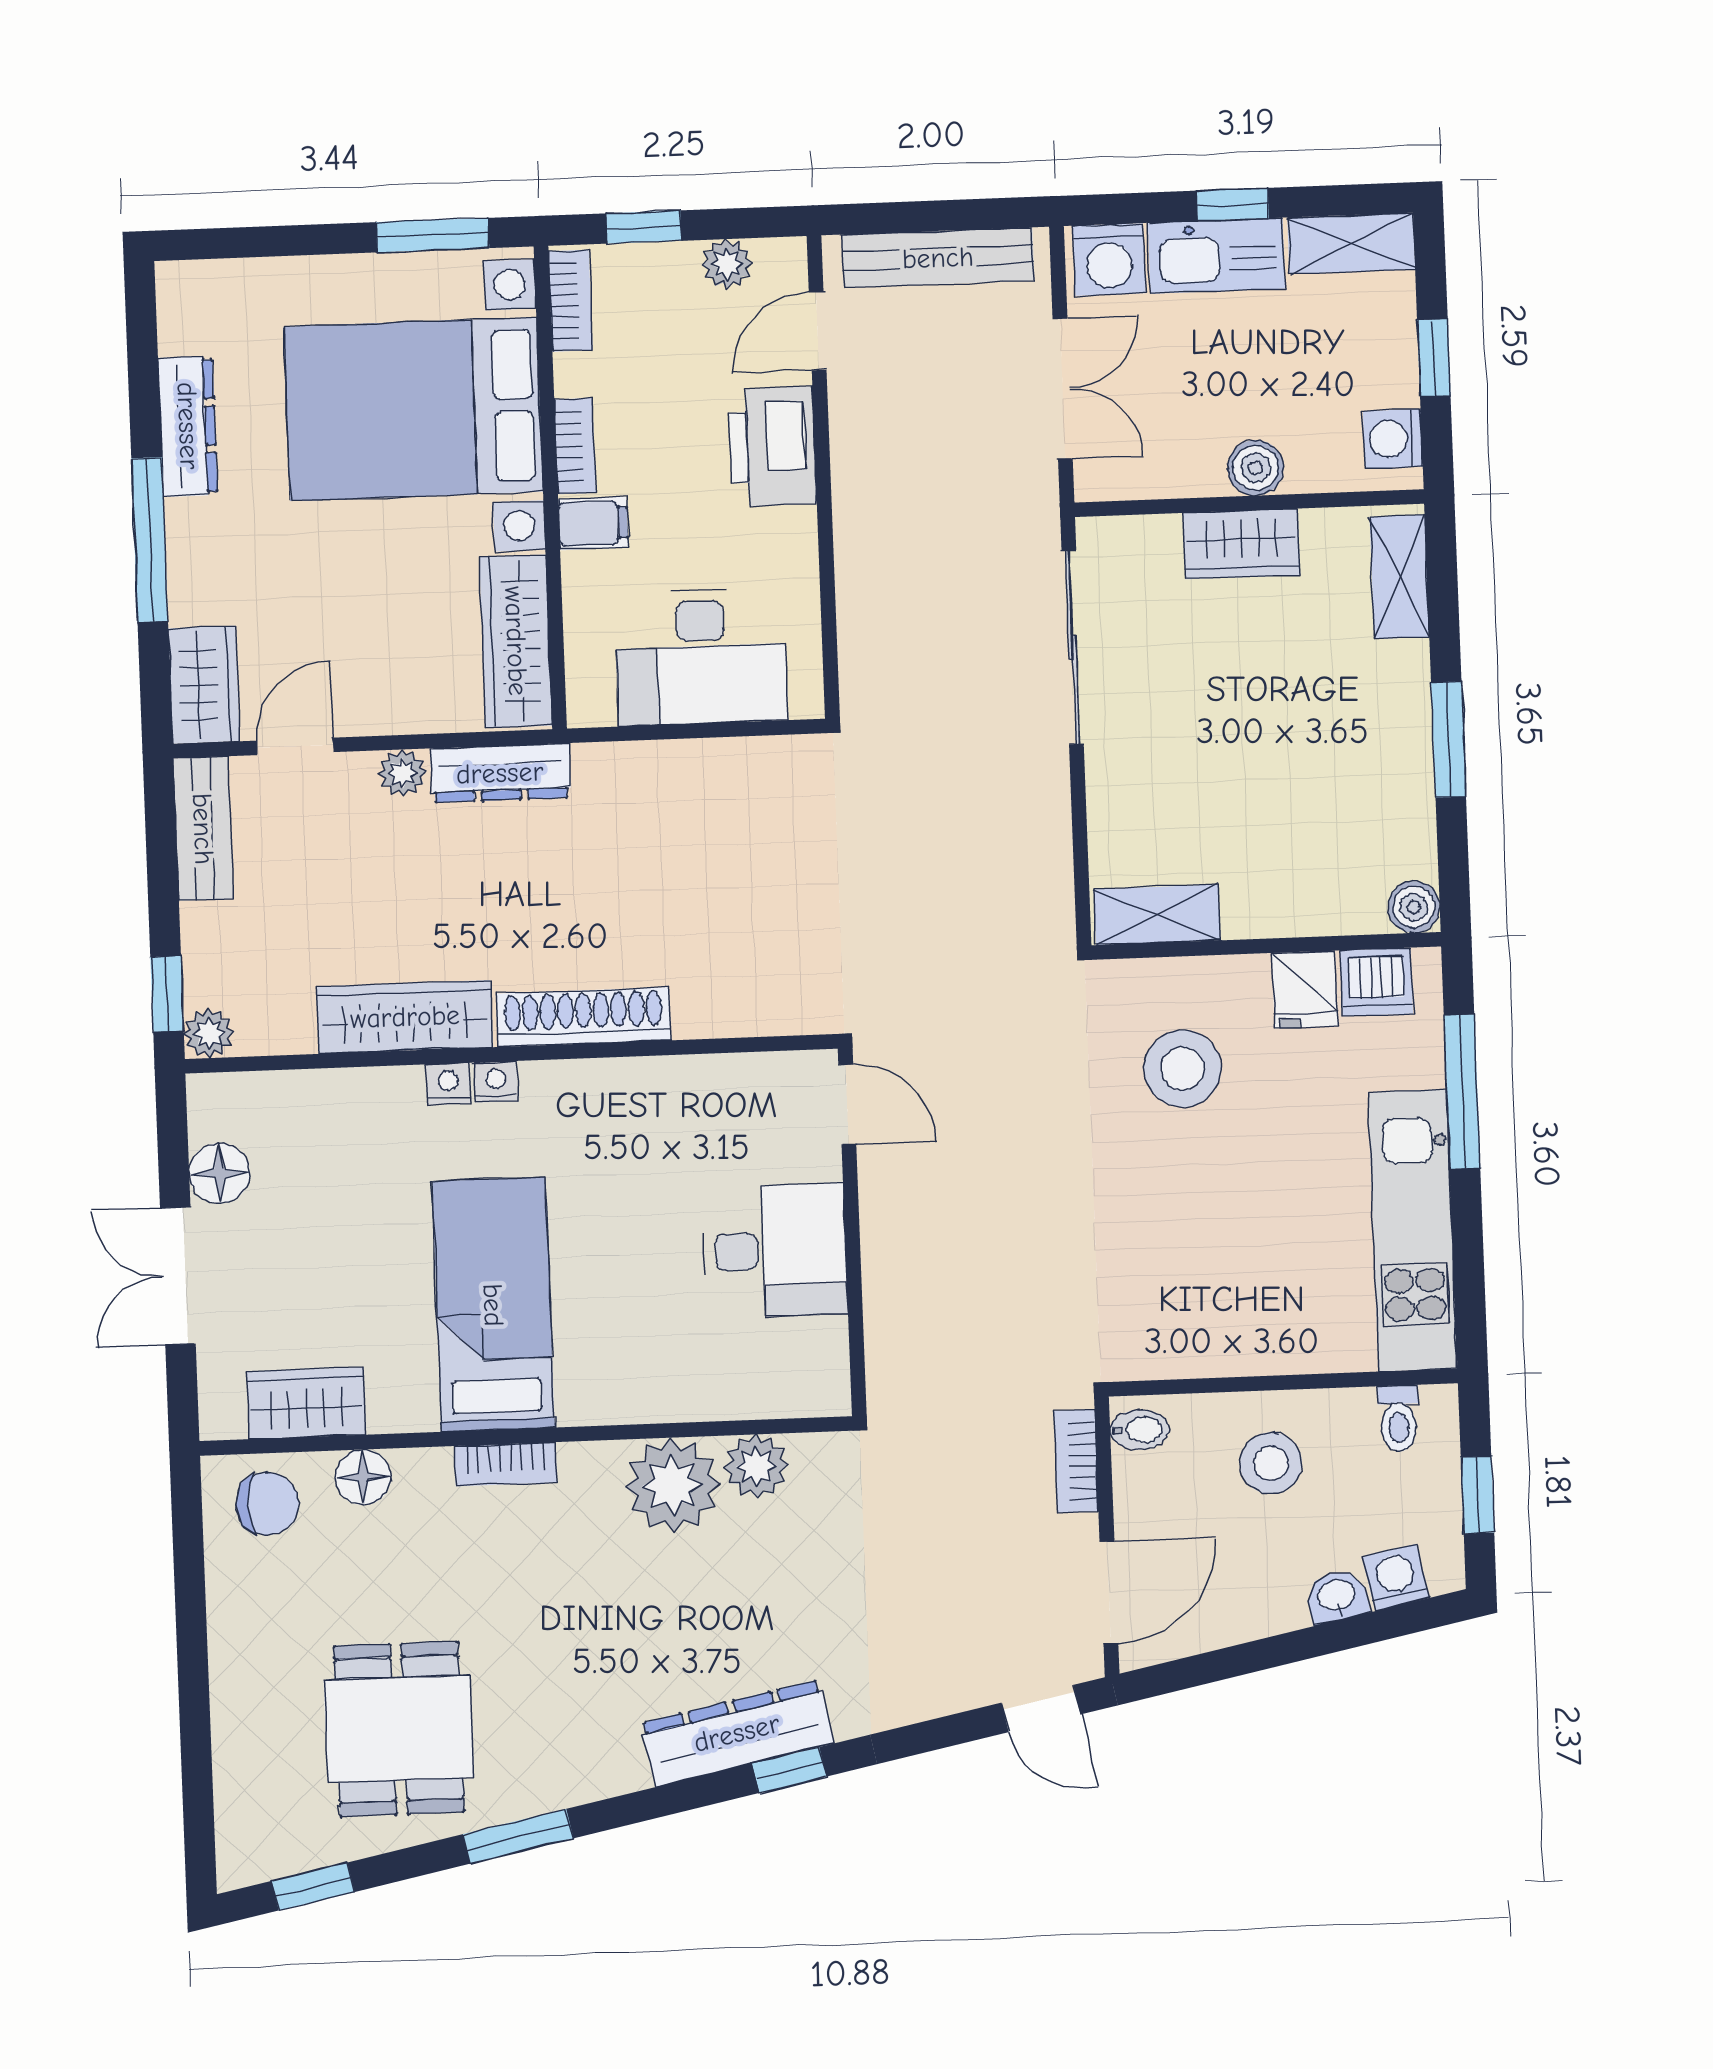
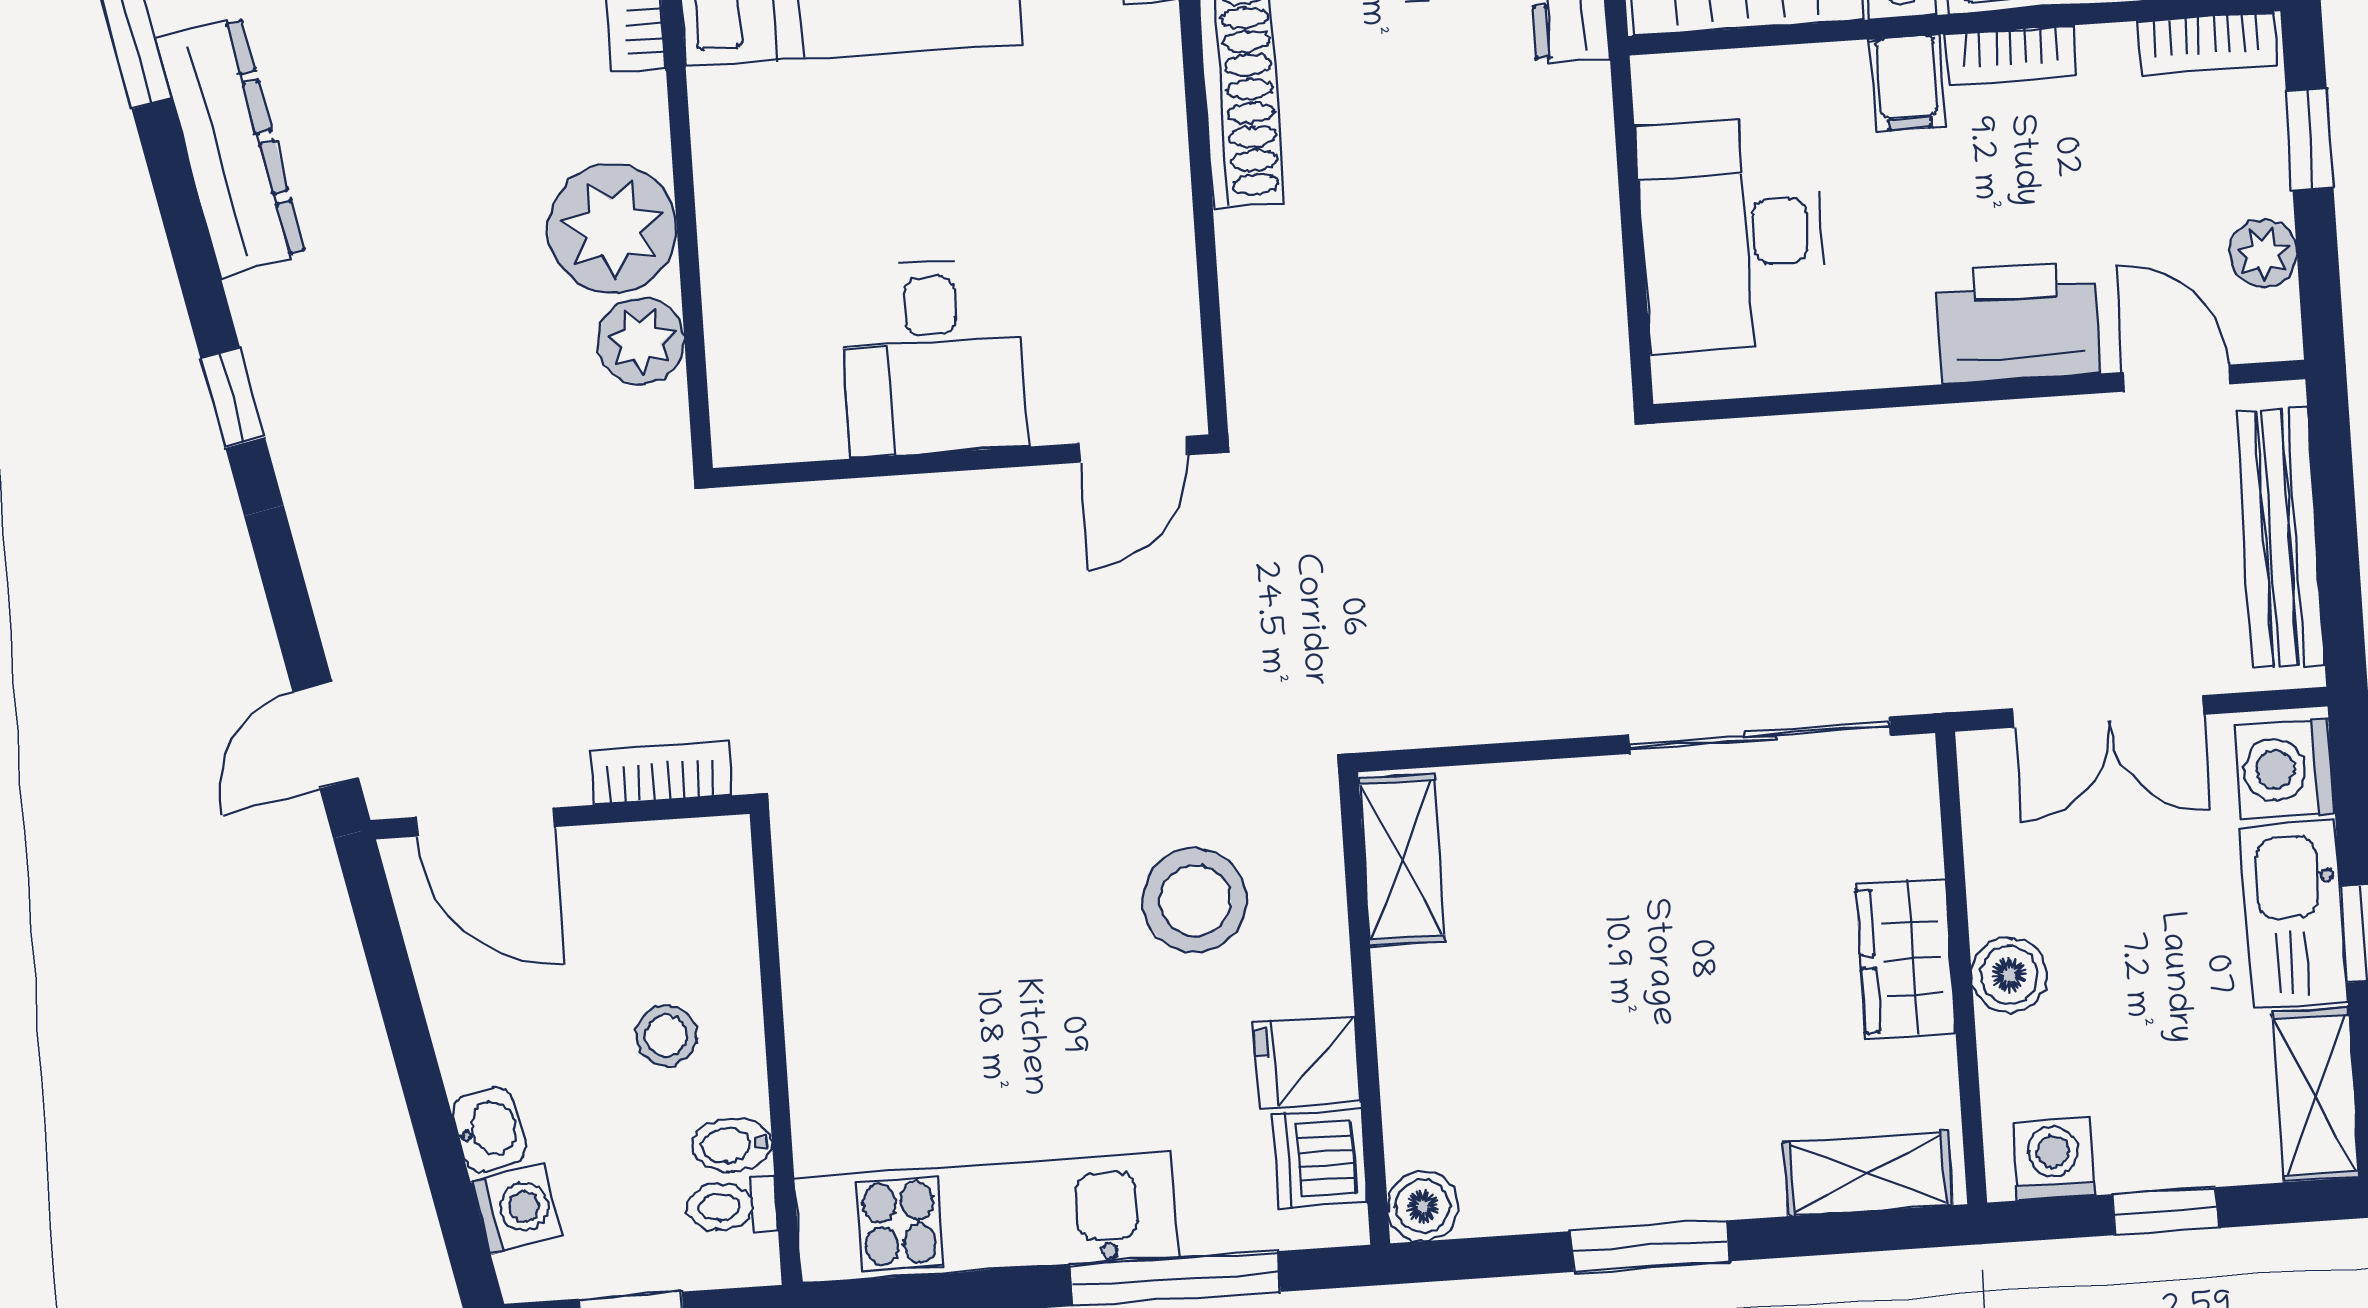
bidet: (1139, 1430) -> (732, 1145), moved, turned 90
stool: (1271, 1463) -> (666, 1036), width x0.73, depth x0.73
dresser: (737, 1733) -> (231, 147), moved

